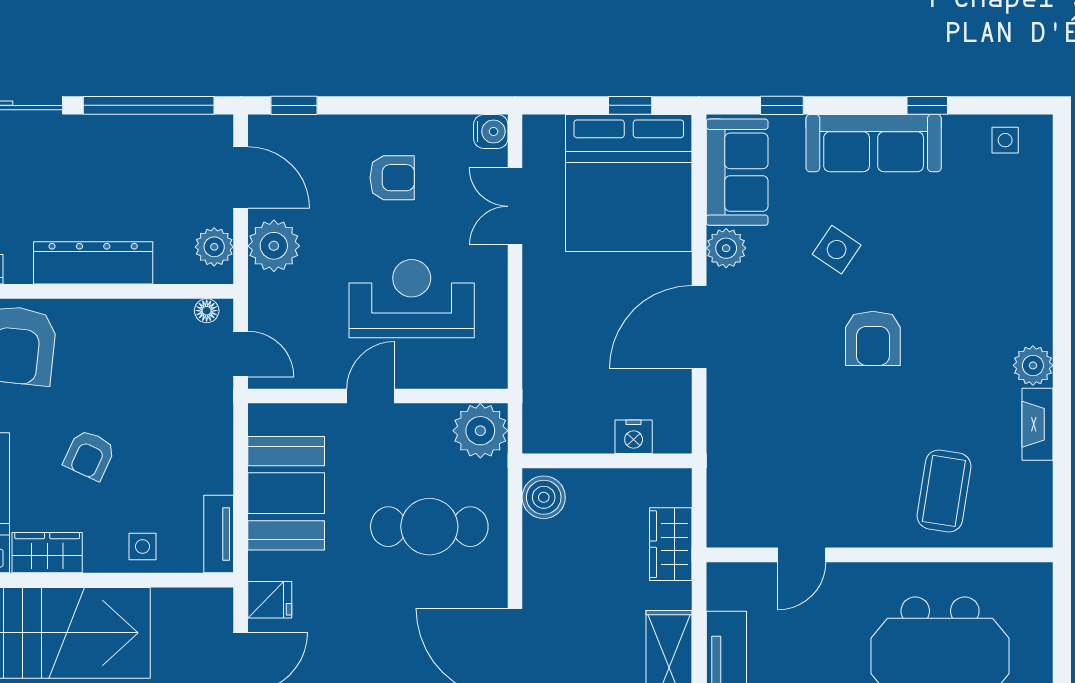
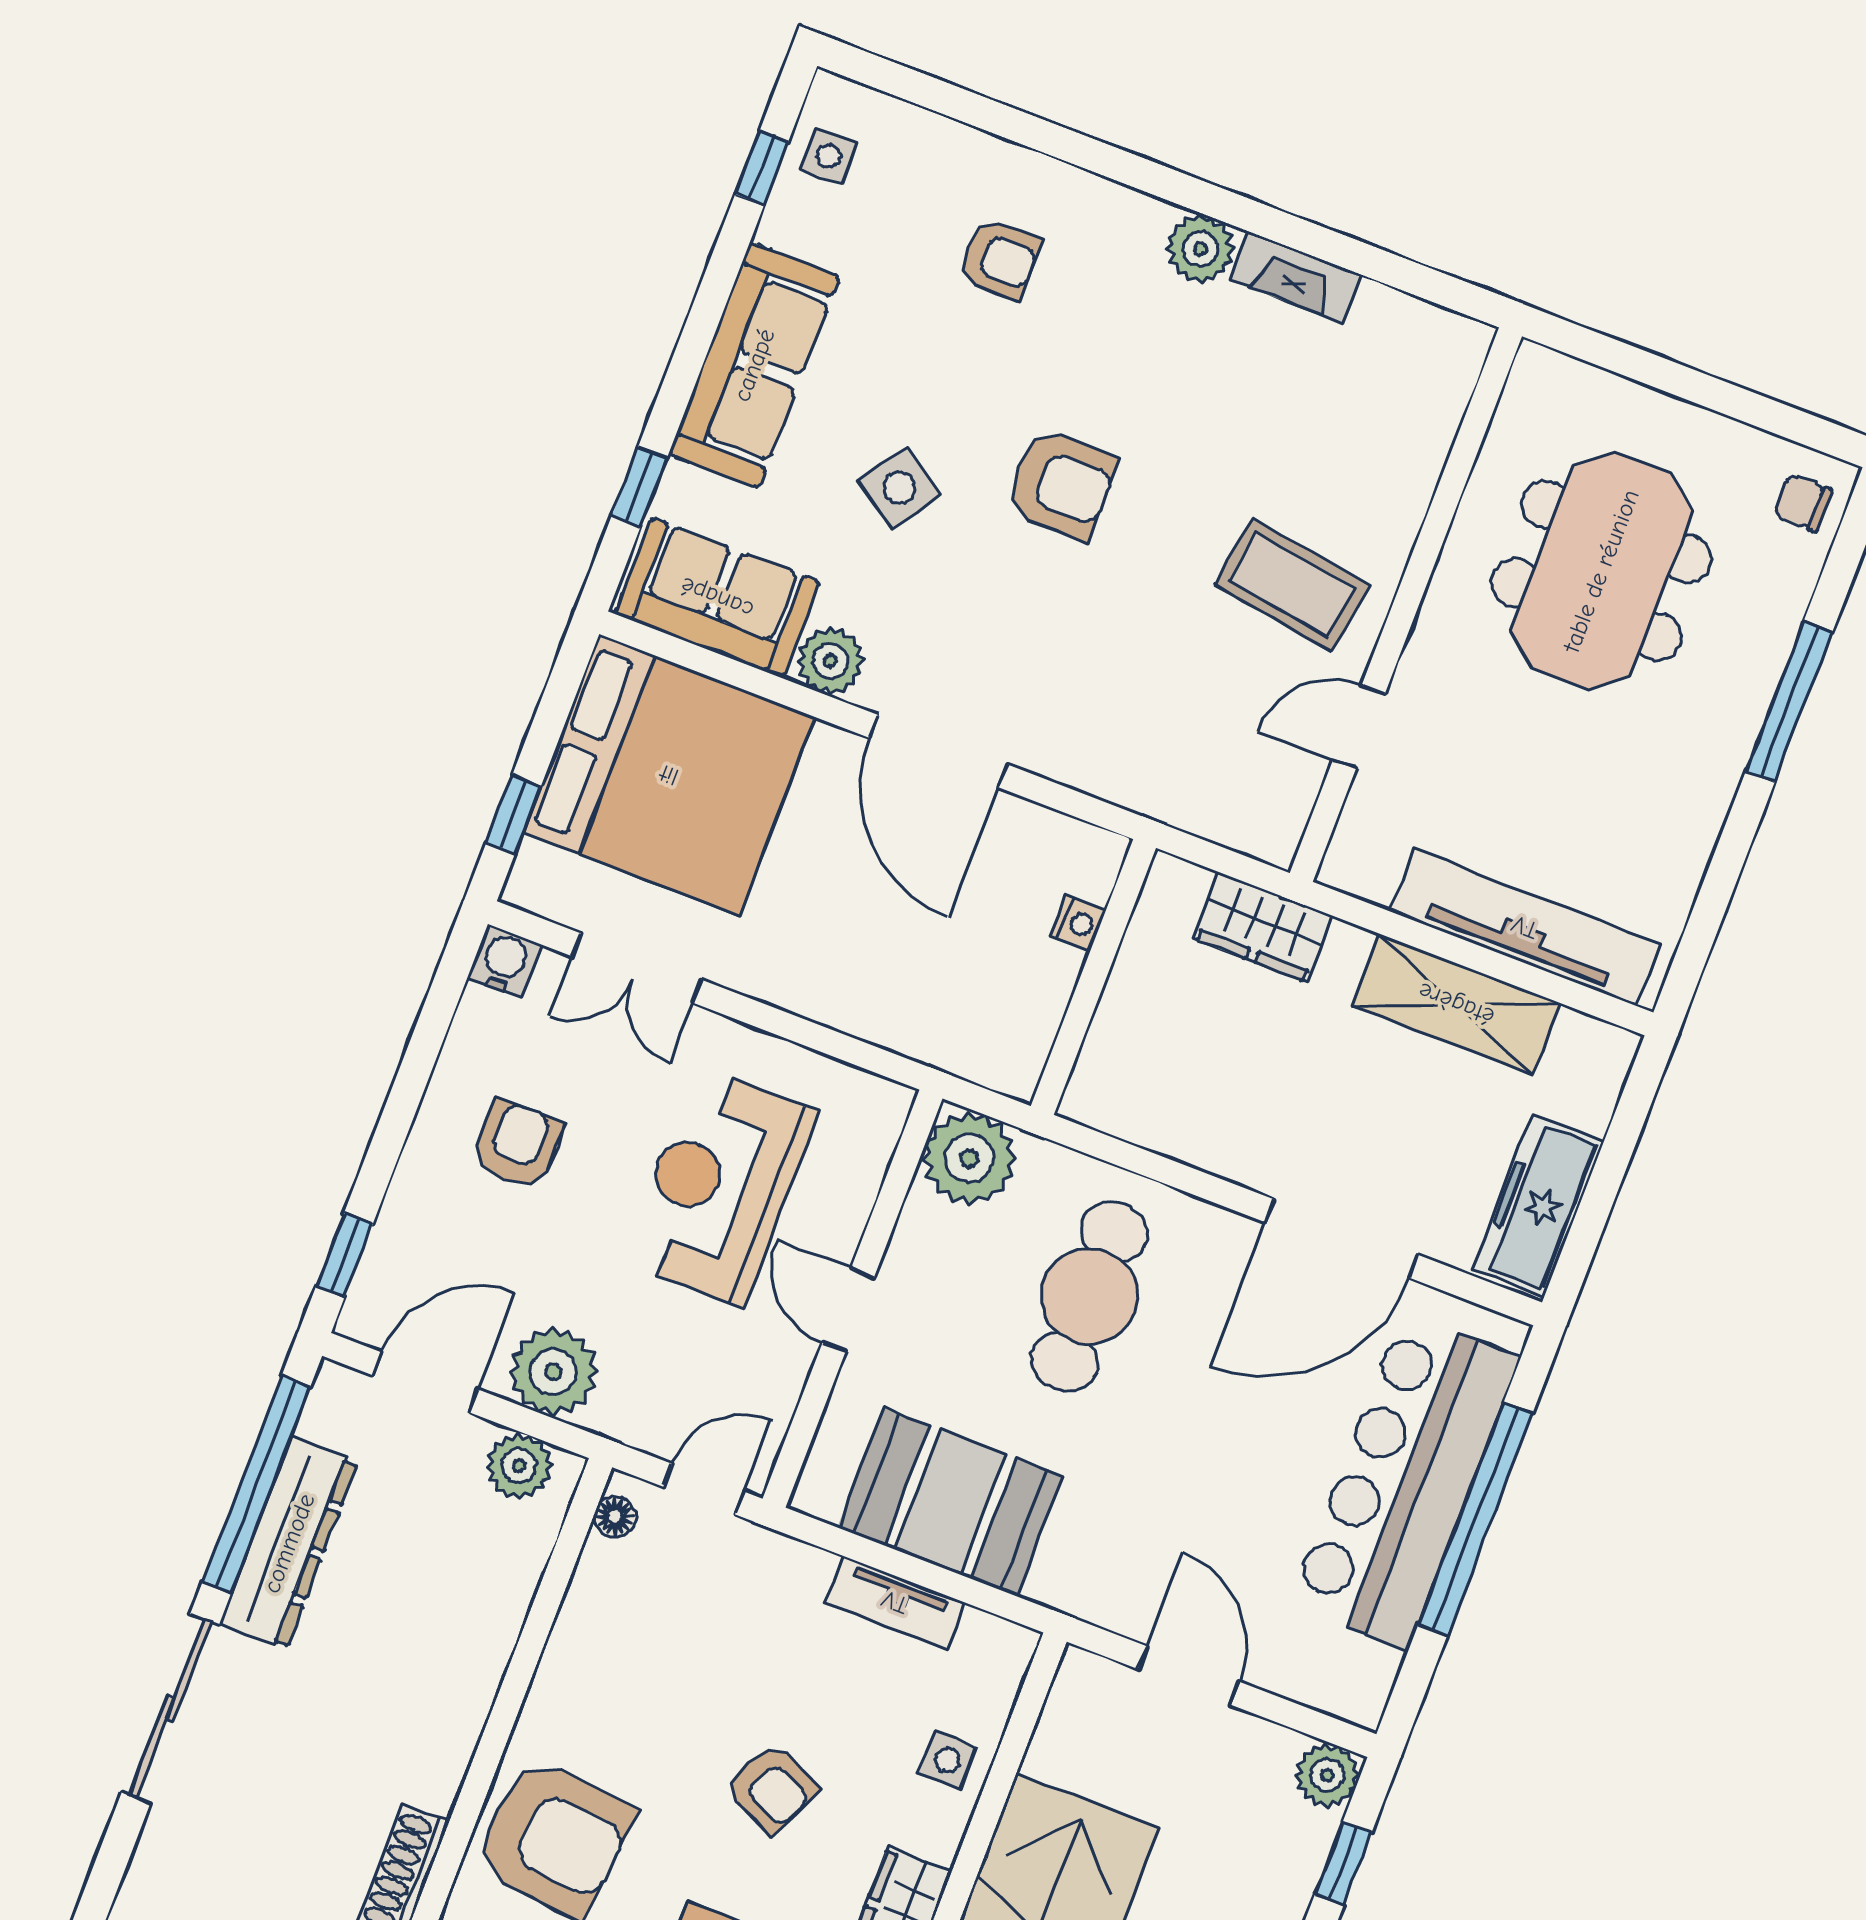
window: (630, 105) -> (514, 814), moved
window: (927, 105) -> (762, 168), moved
armchair: (985, 256) -> (999, 259), added
dresser: (93, 263) -> (289, 1543), moved, turned 180
nightstand: (634, 437) -> (1078, 923), width x0.72, depth x0.74
coffee table: (944, 491) -> (1292, 585), moved
boiler: (544, 497) -> (1112, 1099), removed
tv unit: (219, 534) -> (895, 1602), moved
door: (802, 555) -> (1359, 727), swing flipped
fridge: (270, 600) -> (1108, 1592), removed

